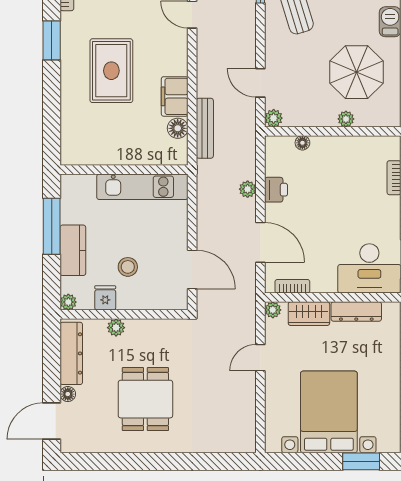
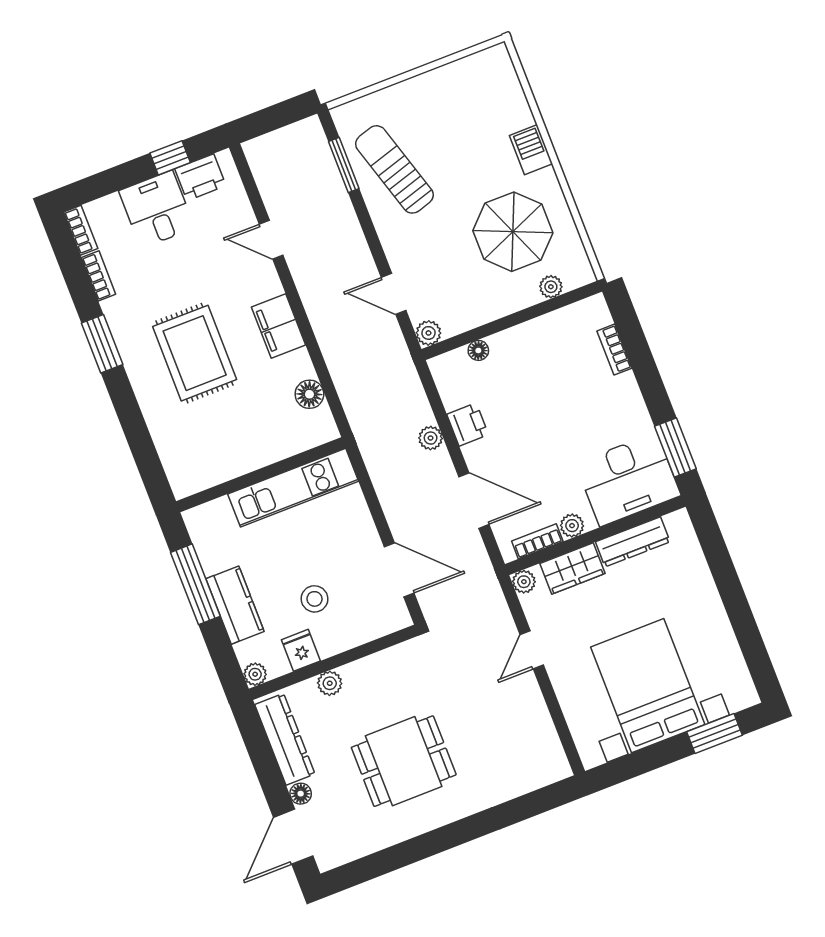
filing cabinet: (175, 96) -> (279, 326), moved
plant: (346, 119) -> (551, 287), moved
bench: (205, 128) -> (345, 381), removed
plant: (320, 285) -> (572, 526), added
dining table: (145, 399) -> (404, 761), turned 90

